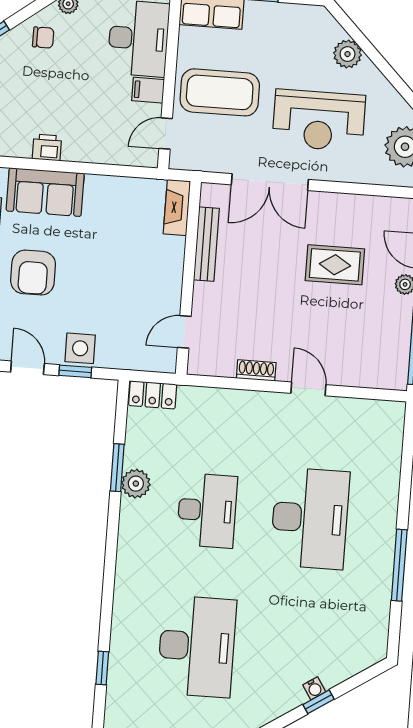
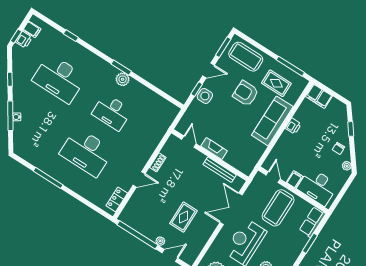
sofa: (45, 192) -> (272, 121), width x1.36
fireplace: (177, 208) -> (214, 149), moved
locker: (153, 395) -> (117, 199), moved
window: (117, 468) -> (121, 68), moved
plant: (136, 484) -> (123, 79), moved
window: (318, 702) -> (10, 116), width x2.17

